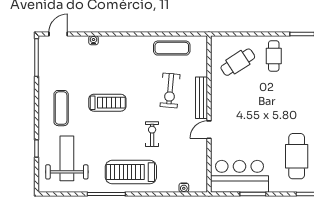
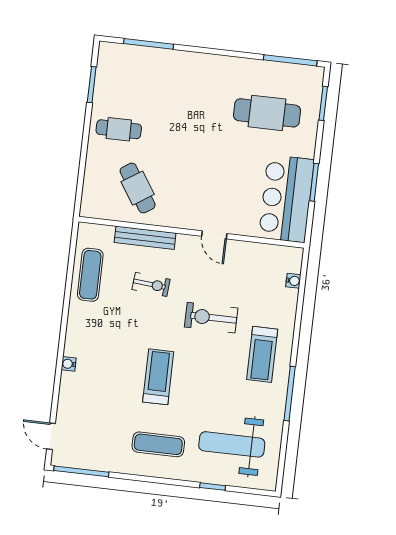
water cooler: (93, 40) -> (69, 364), moved
cafe table: (238, 62) -> (138, 188), moved
exercise bike: (170, 90) -> (151, 284), width x0.73, depth x0.72
bench: (201, 98) -> (145, 238), moved
exercise bike: (152, 134) -> (211, 318), width x1.38, depth x1.39
treadmill: (131, 172) -> (262, 354), width x0.73, depth x0.73

